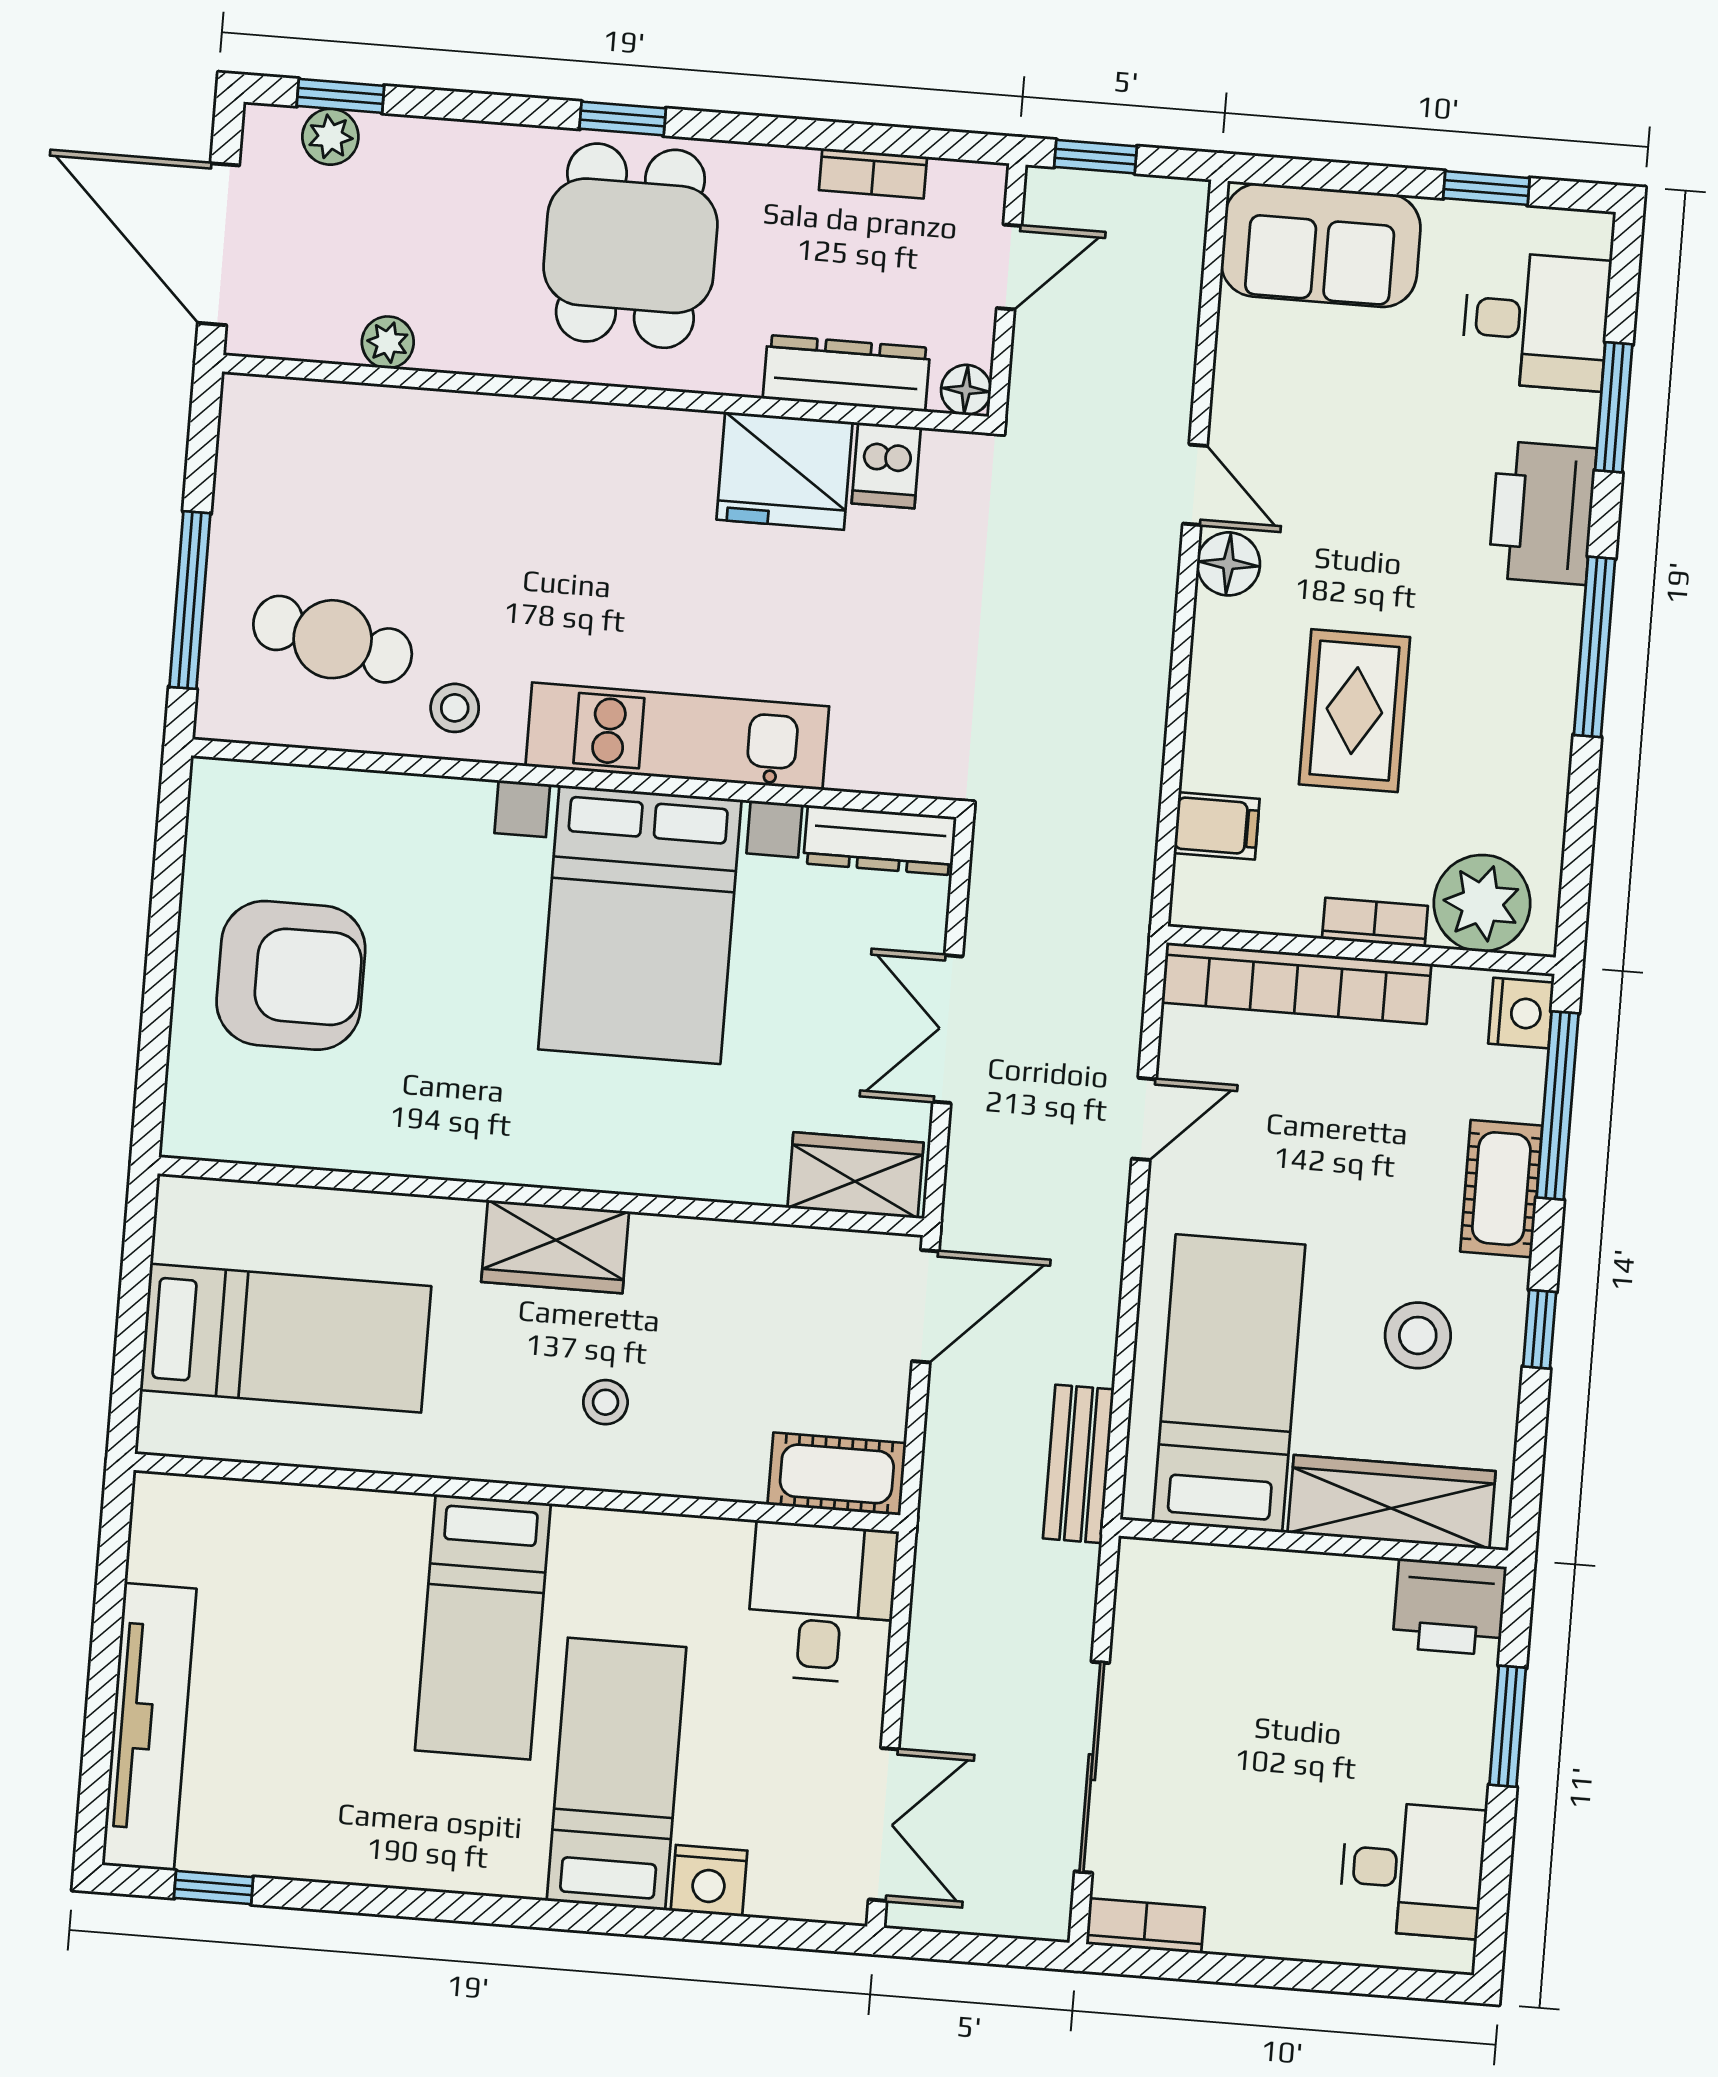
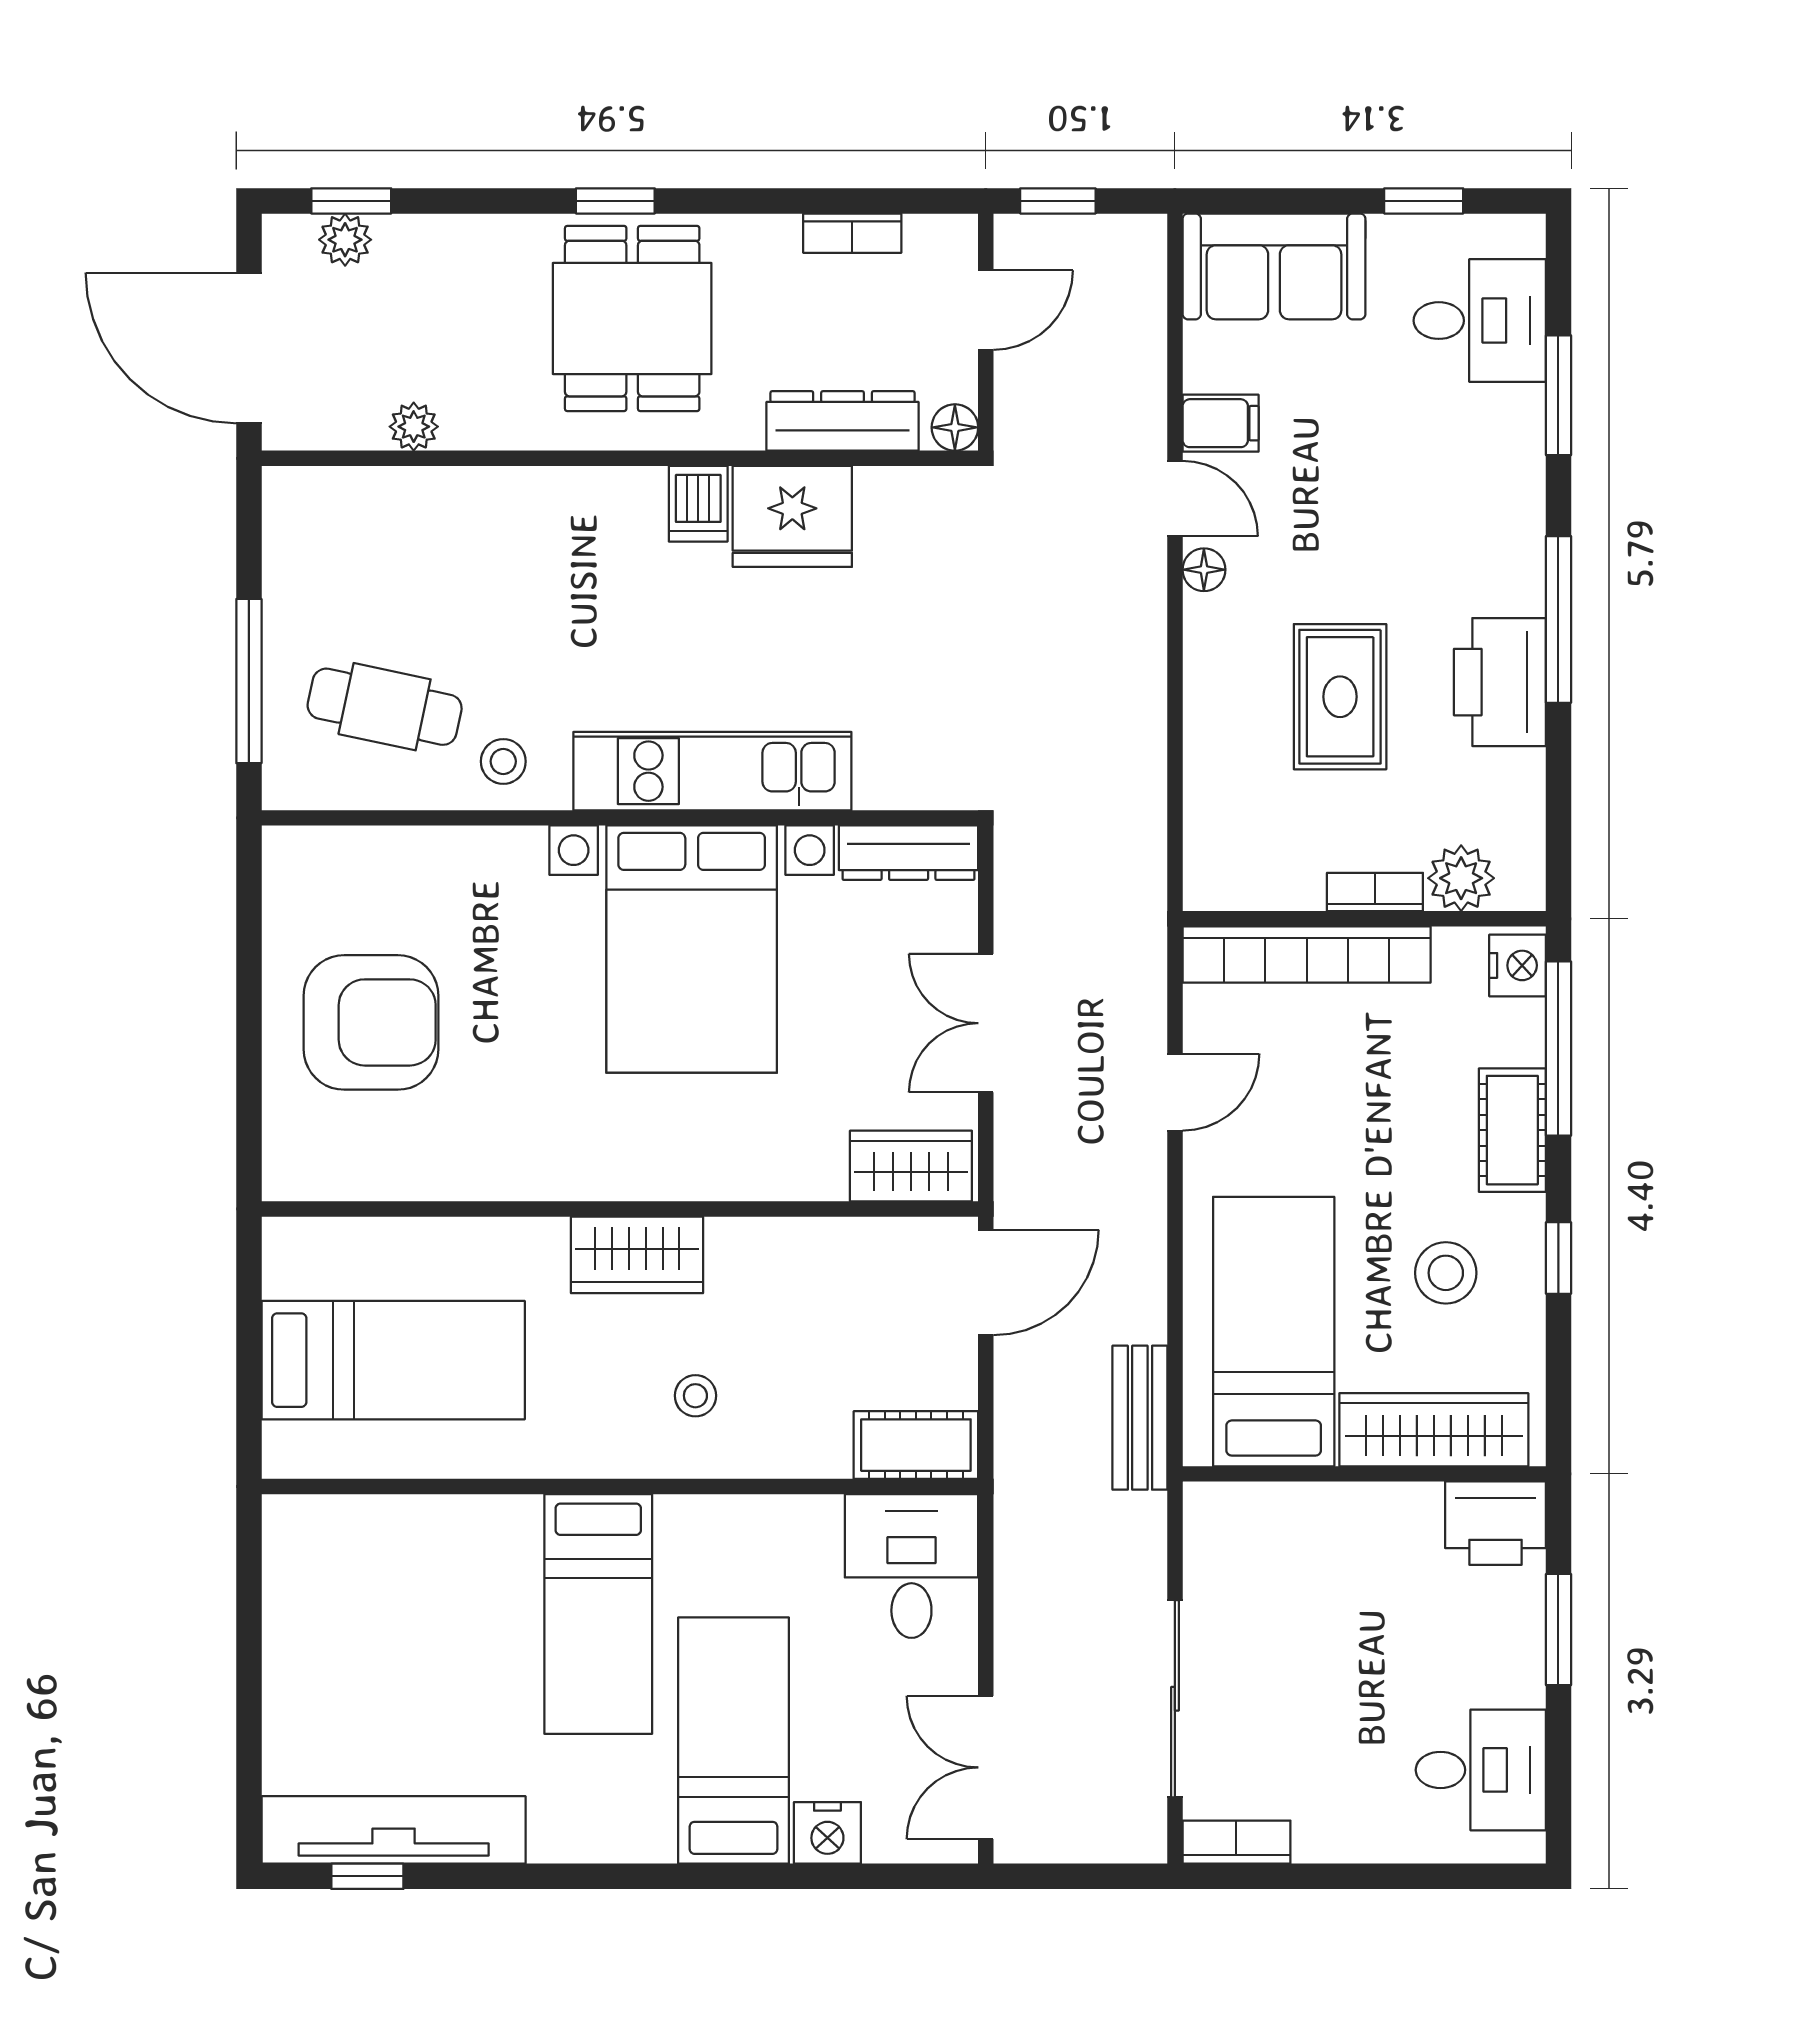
dishwasher: (886, 465) -> (698, 504), moved
printer: (1542, 513) -> (1500, 682), moved
floor lamp: (1228, 564) -> (1204, 570), width x0.73, depth x0.73
filing cabinet: (1217, 826) -> (1221, 423), moved
plant: (1482, 903) -> (1461, 878), width x0.73, depth x0.73
tv unit: (149, 1727) -> (394, 1830), moved, turned -90
double door: (884, 1824) -> (986, 1767), swing flipped

